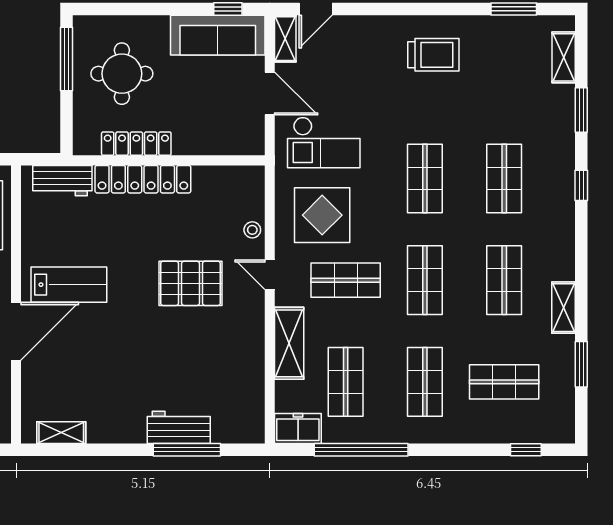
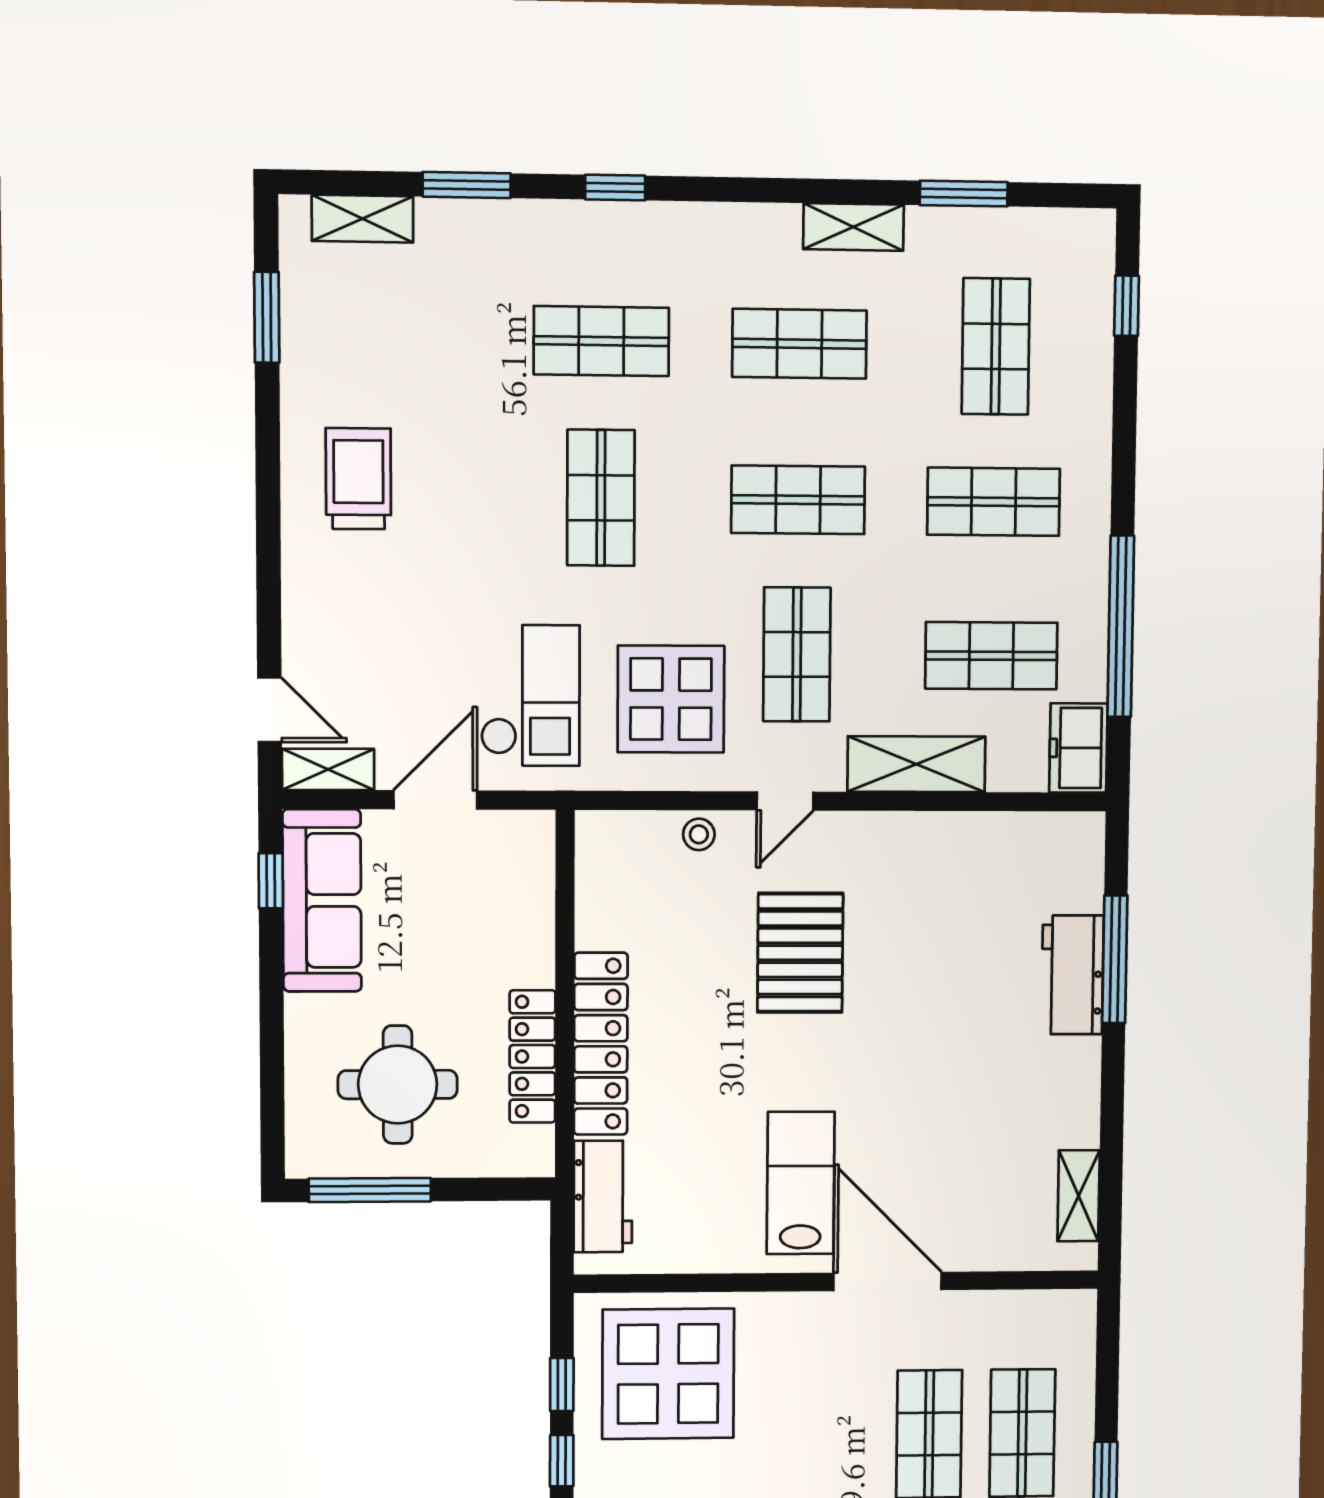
shop shelf: (425, 179) -> (601, 498), turned 90

